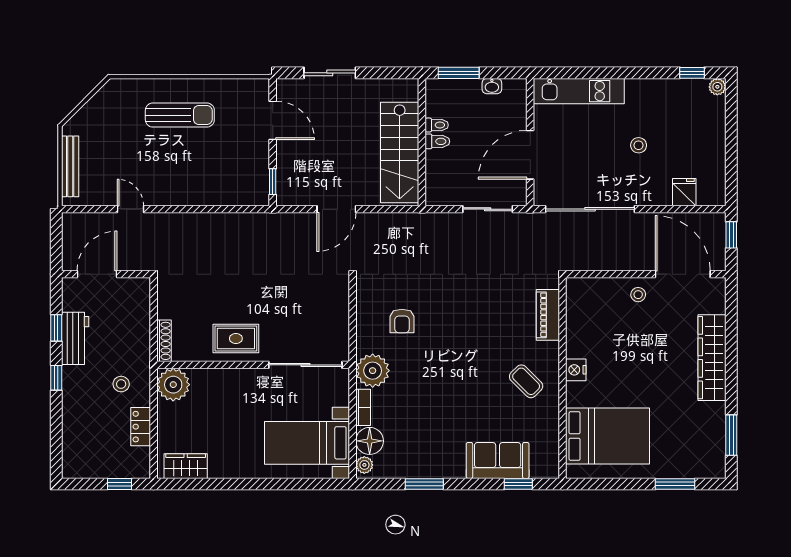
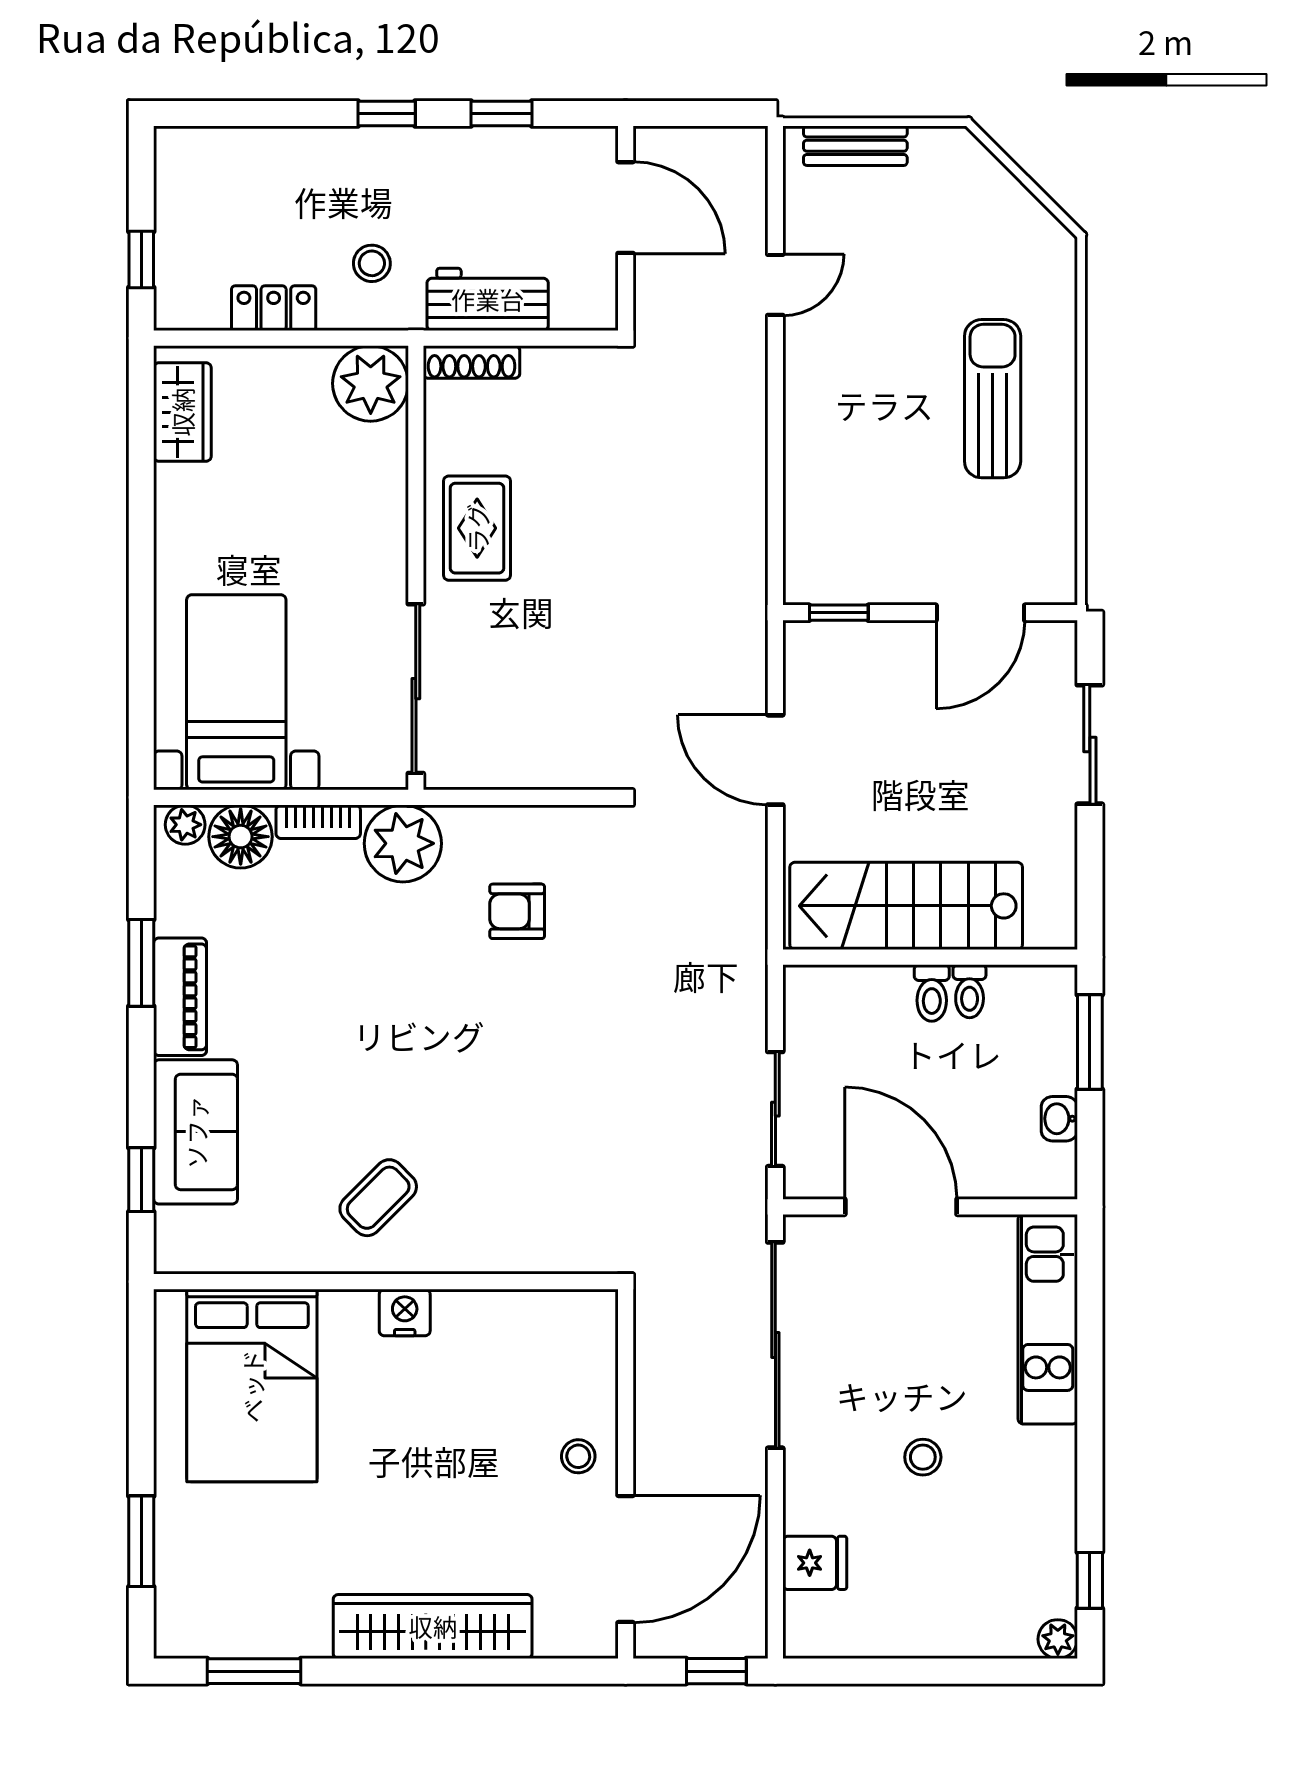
sun lounger: (180, 115) -> (993, 399), turned 180
bench: (70, 166) -> (855, 146), width x0.73
piano: (548, 315) -> (180, 997), moved, turned 90
workbench: (75, 338) -> (488, 299), moved, turned 180

